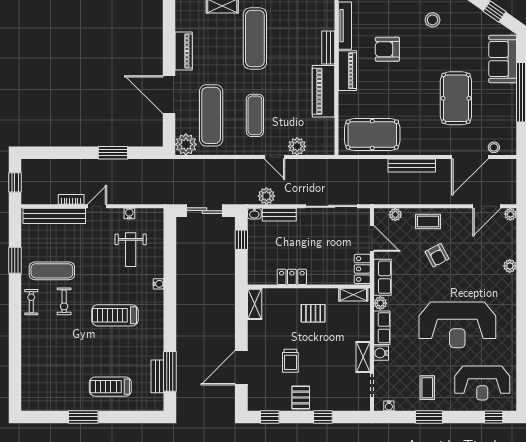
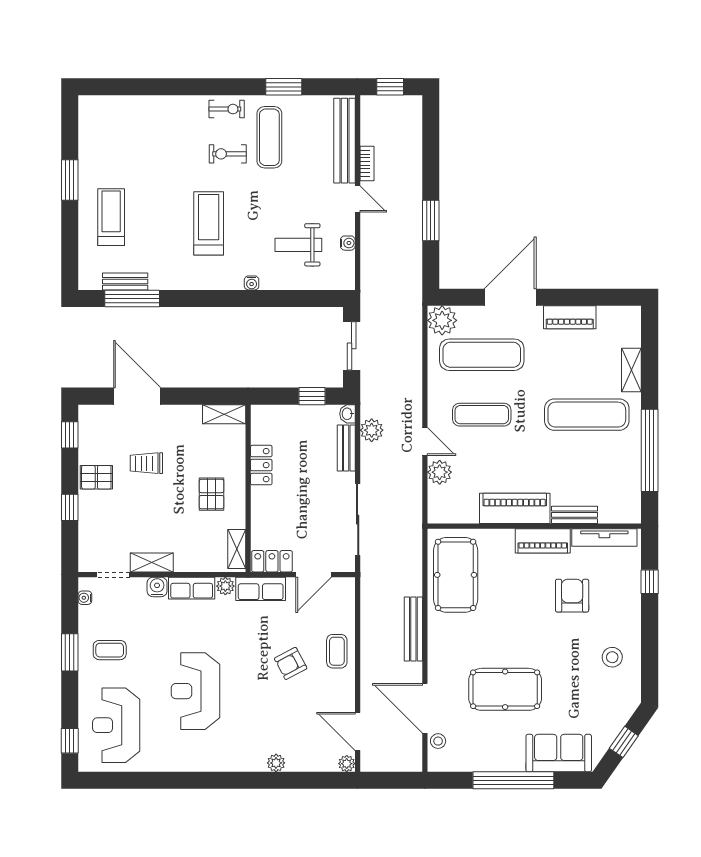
door: (275, 157) -> (425, 441), swing flipped
plant: (395, 215) -> (346, 606), removed
reception desk: (457, 325) -> (195, 691), width x0.74, depth x0.77

